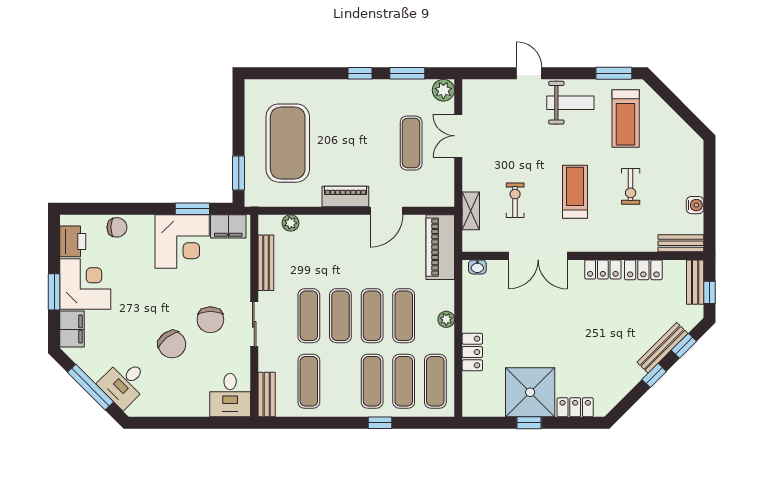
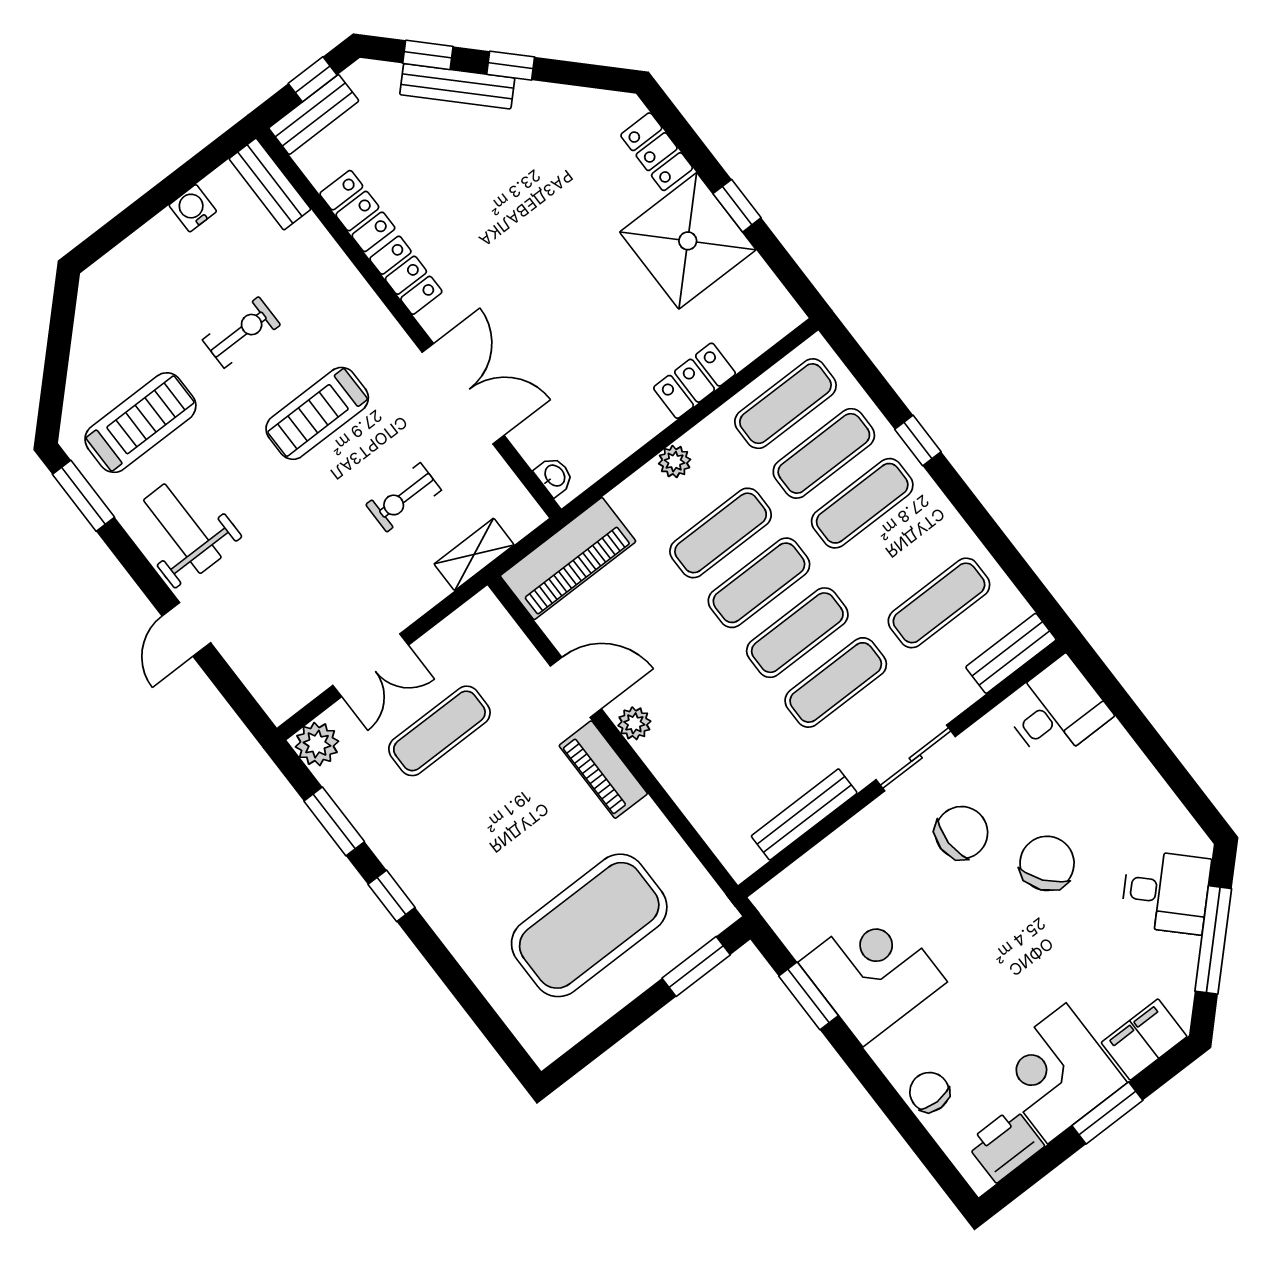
plant: (290, 223) -> (634, 723), moved
filing cabinet: (228, 226) -> (793, 918), removed

